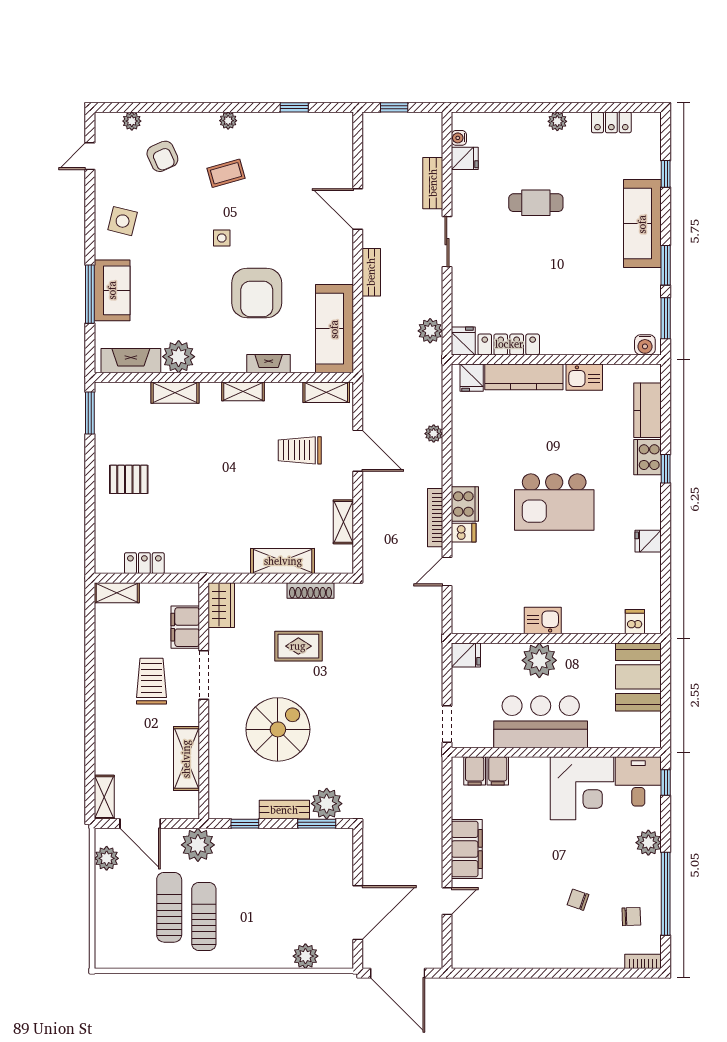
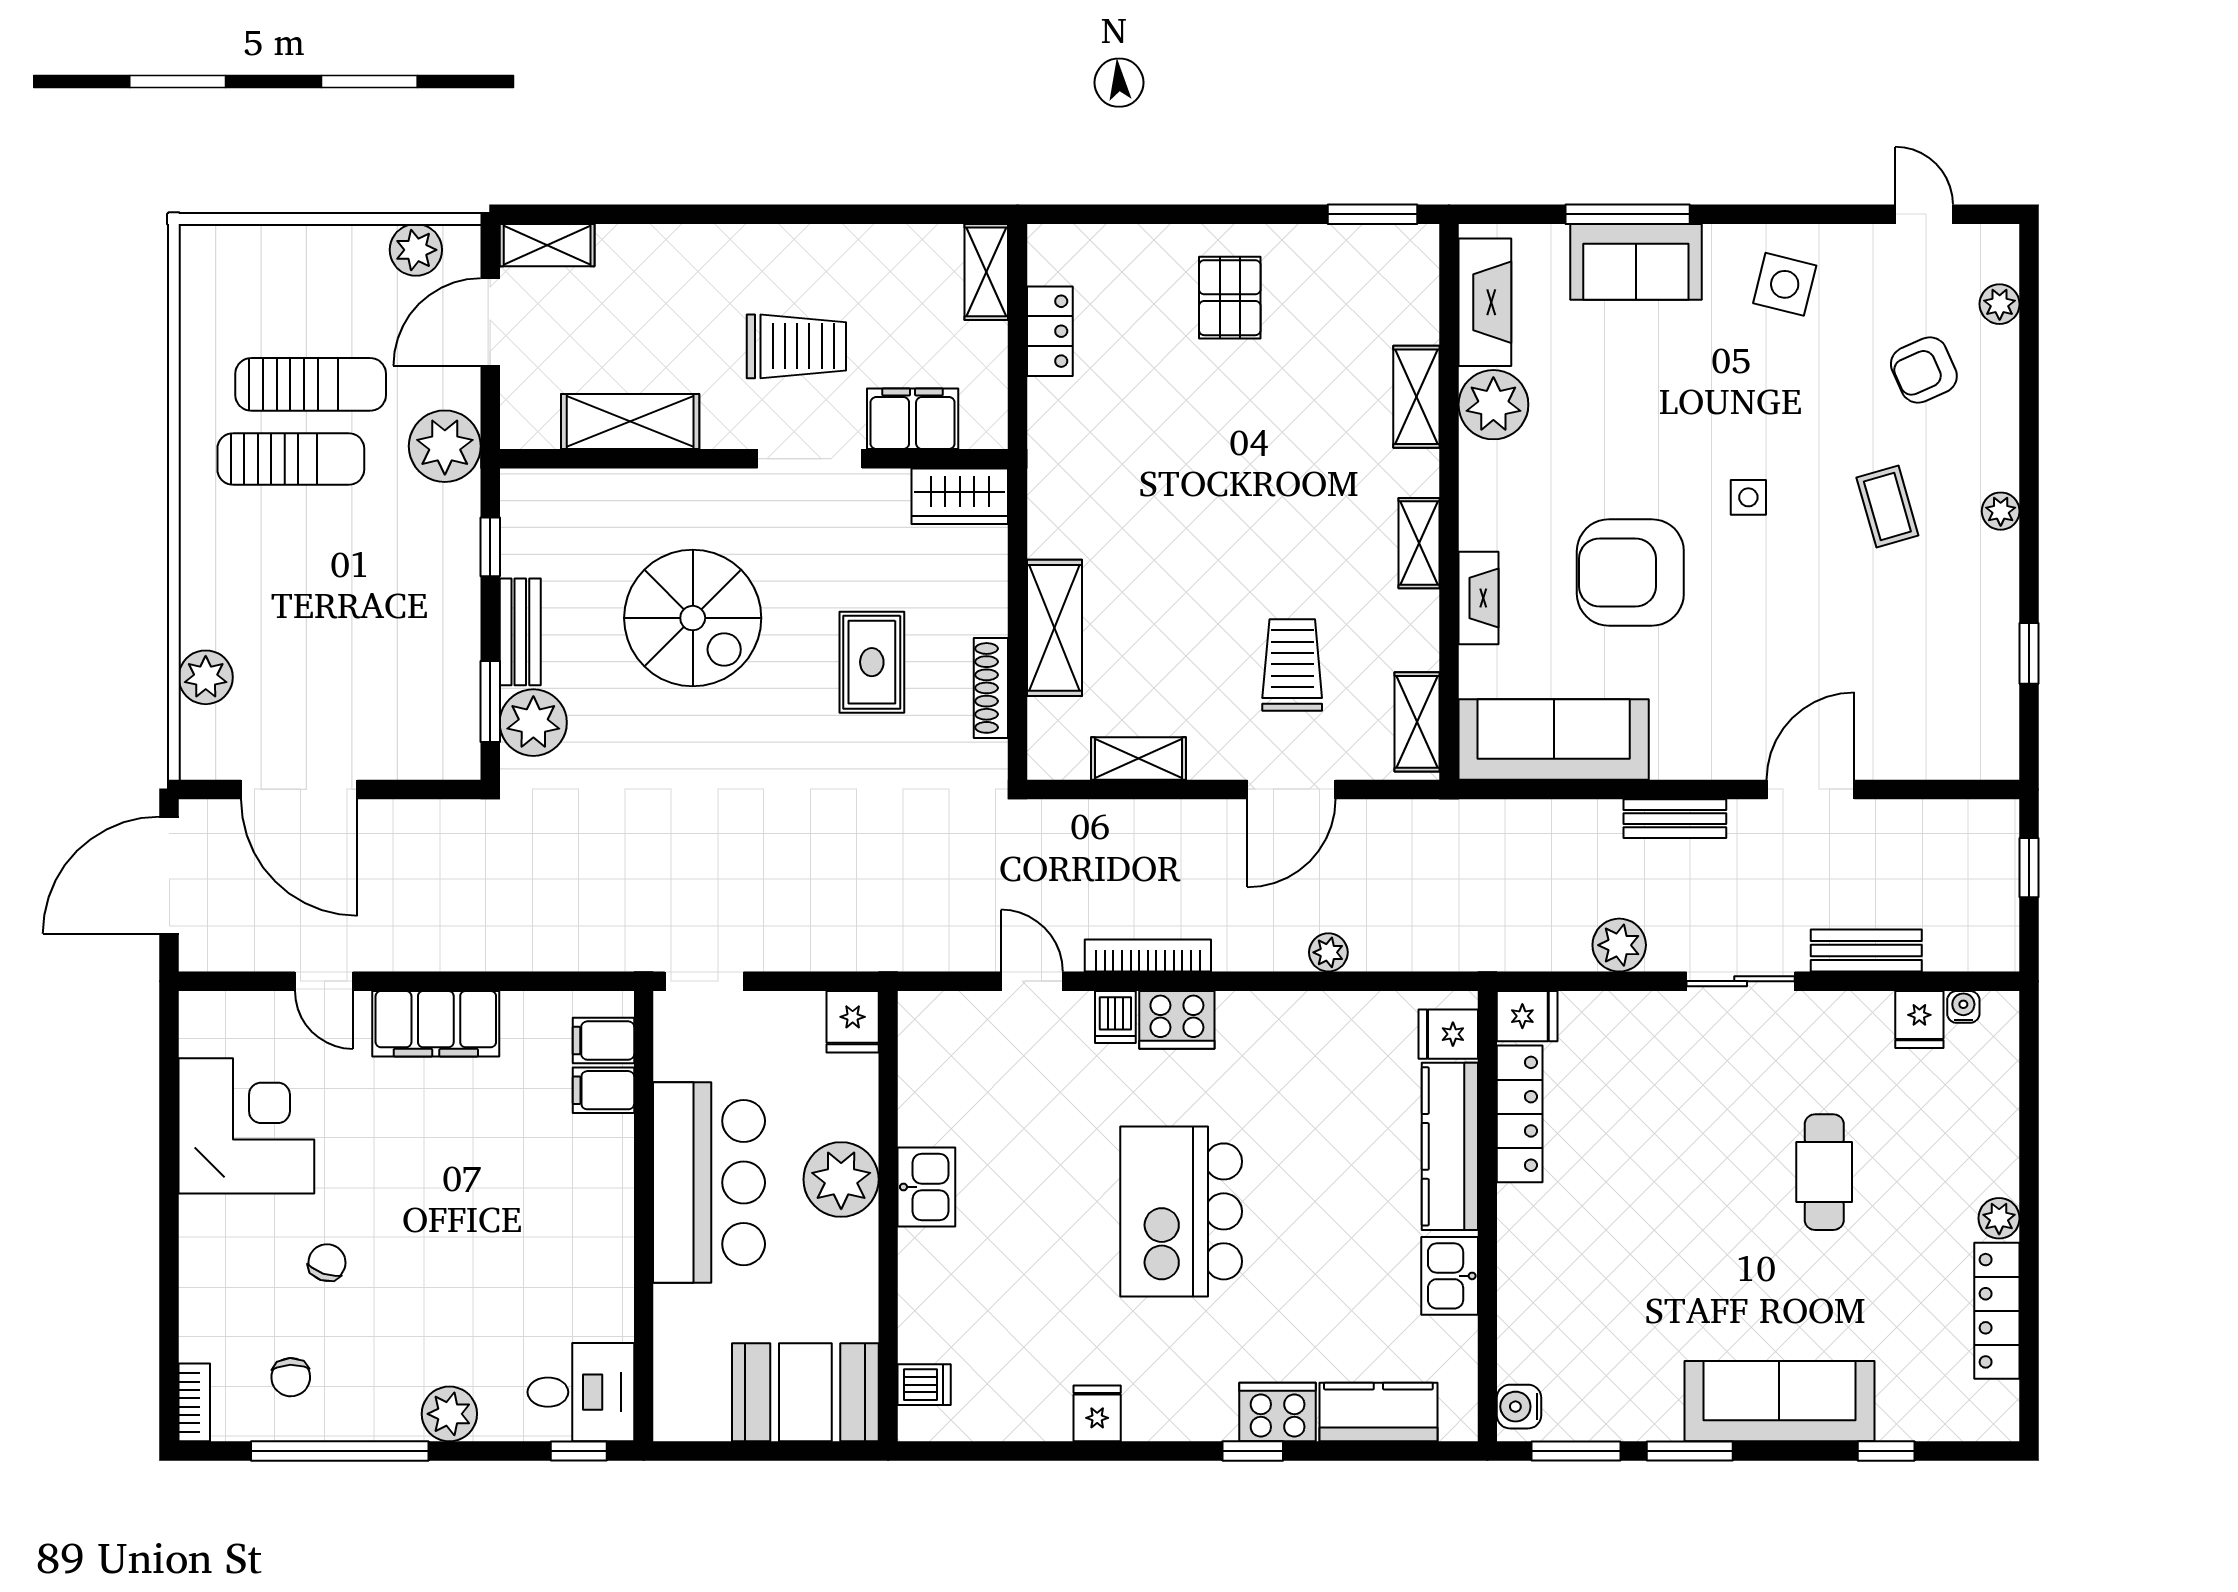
locker: (611, 122) -> (1997, 1311), width x1.53
plant: (430, 331) -> (1619, 945), moved
corner desk: (582, 788) -> (246, 1126), moved, turned 180

